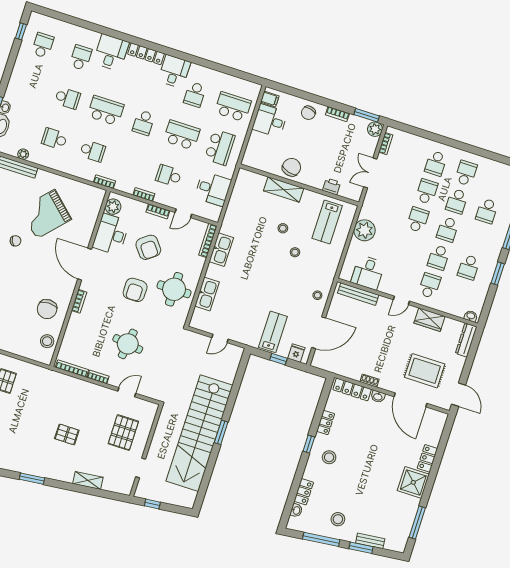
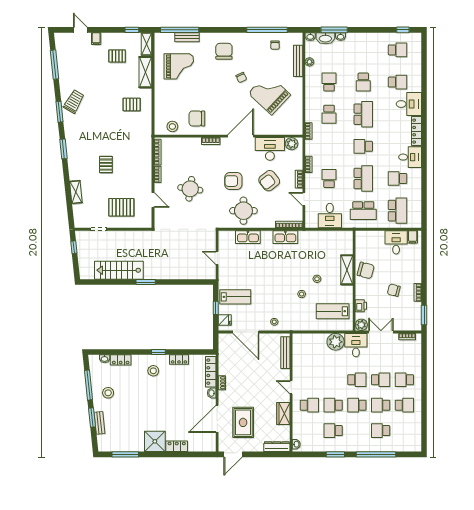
chair: (308, 113) -> (394, 290), moved
plant: (375, 129) -> (361, 325), moved
desk: (368, 272) -> (356, 345), moved, turned 90
stairs: (199, 433) -> (119, 270), width x0.54, depth x0.66

